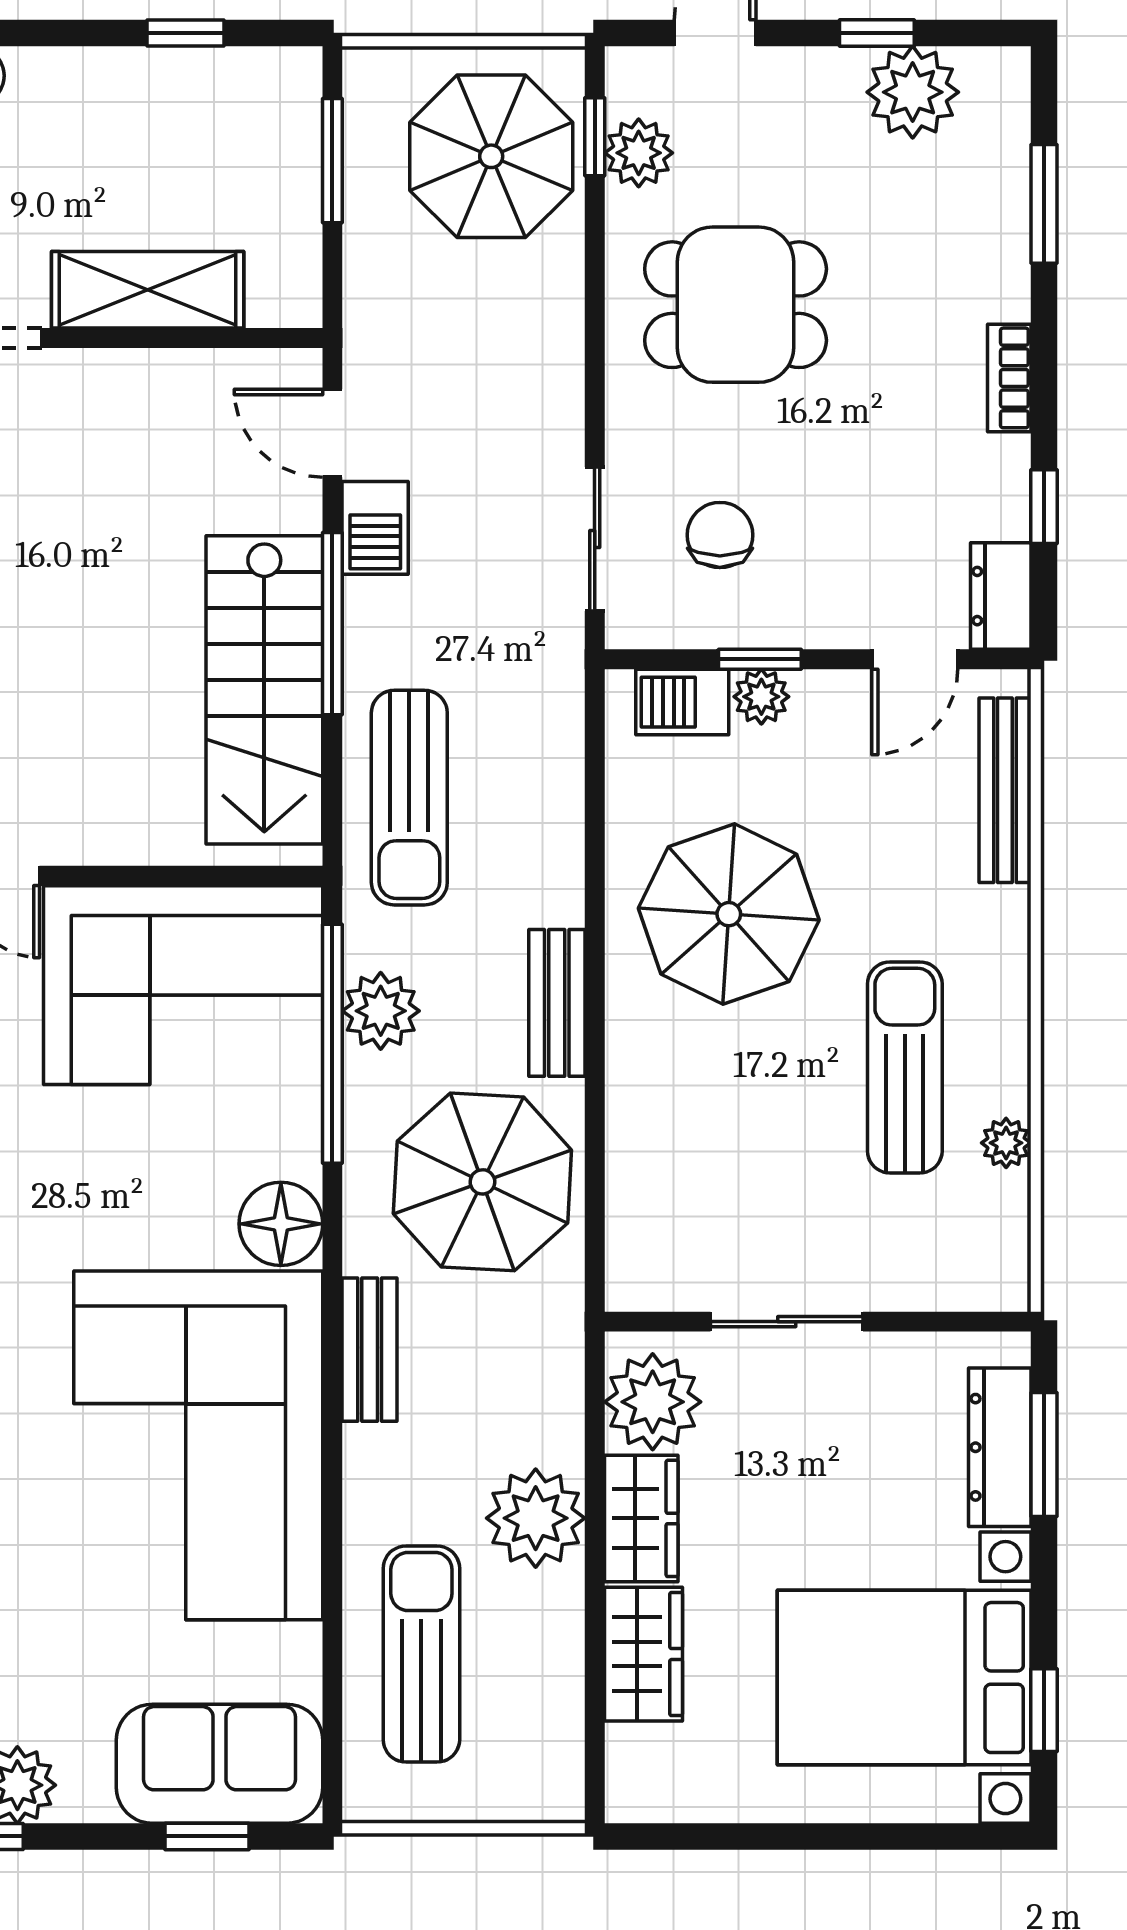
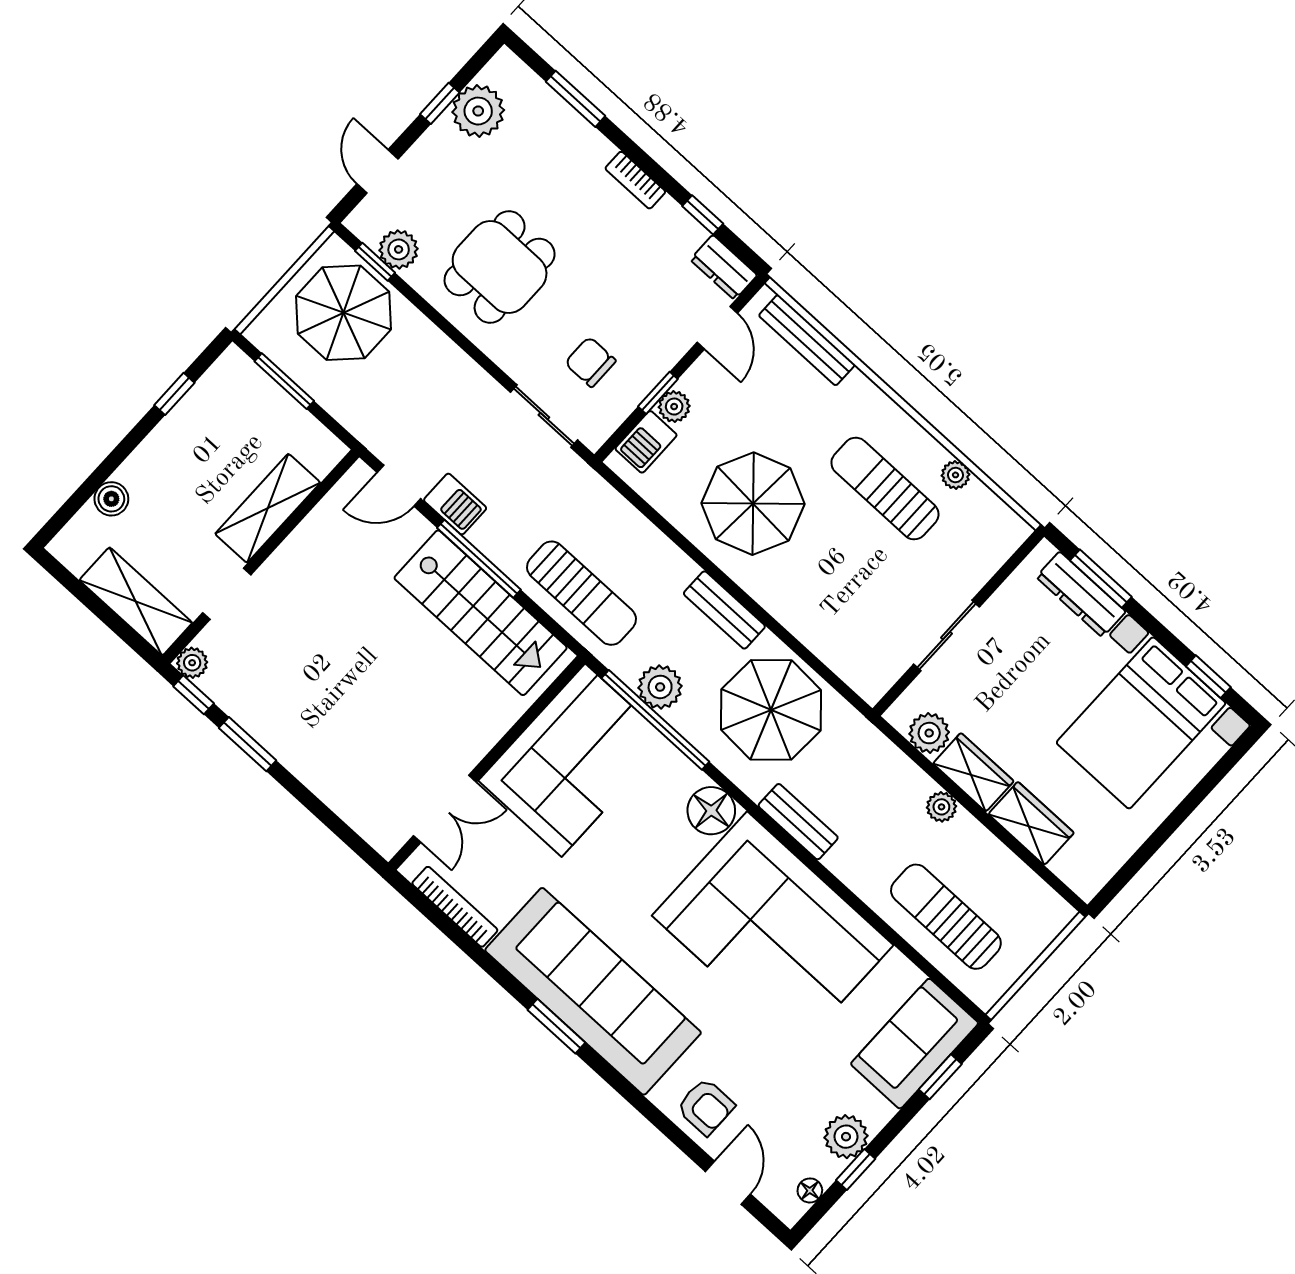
plant: (653, 1402) -> (929, 733), width x0.73, depth x0.73
plant: (536, 1518) -> (941, 807), width x0.53, depth x0.53

